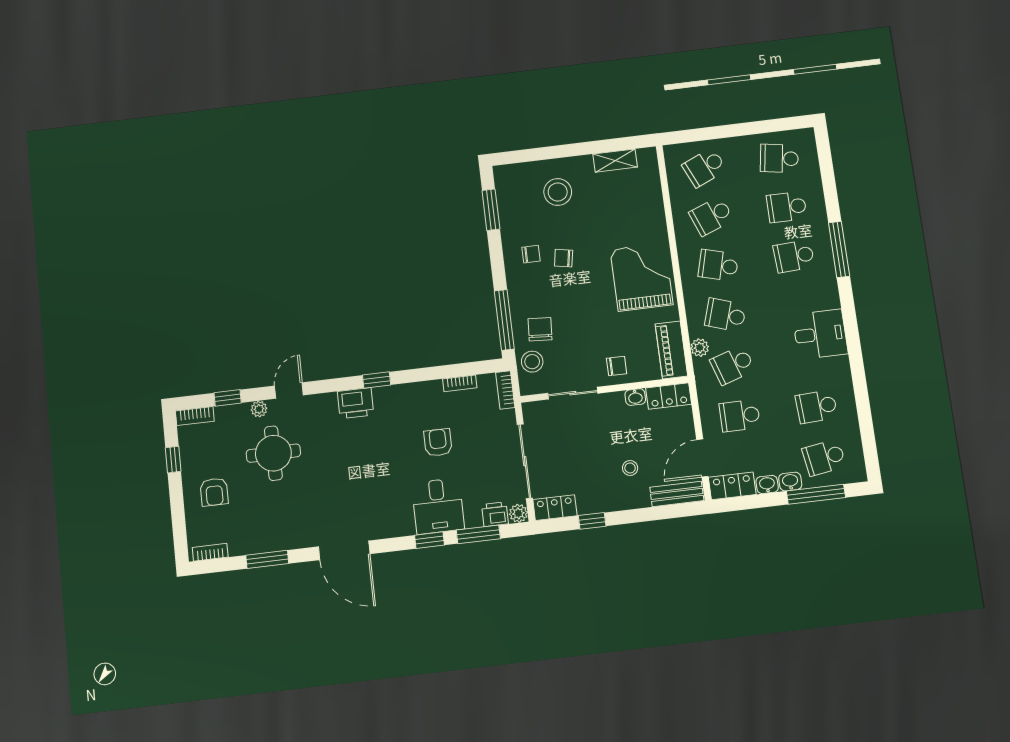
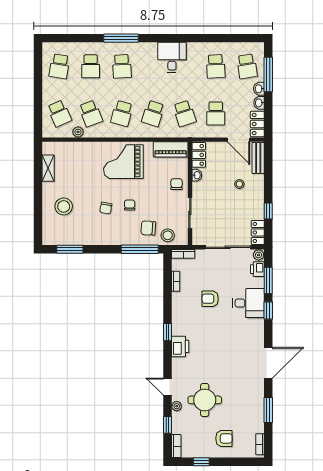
chair: (531, 254) -> (130, 205), moved
plant: (700, 348) -> (78, 132), moved

